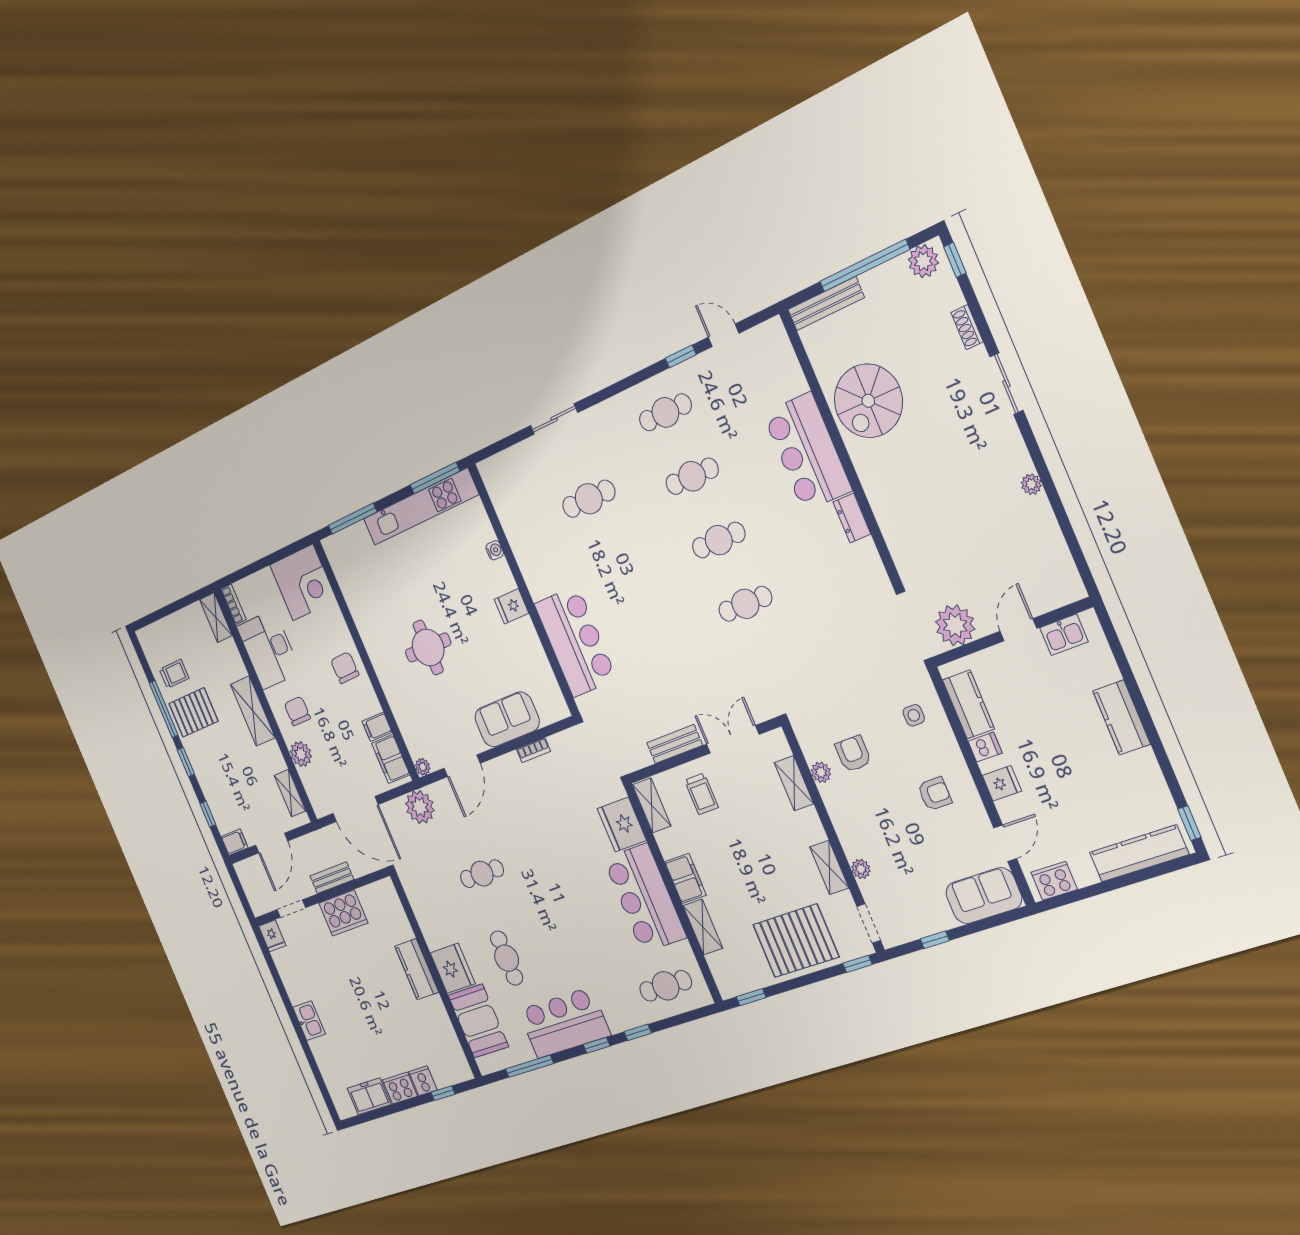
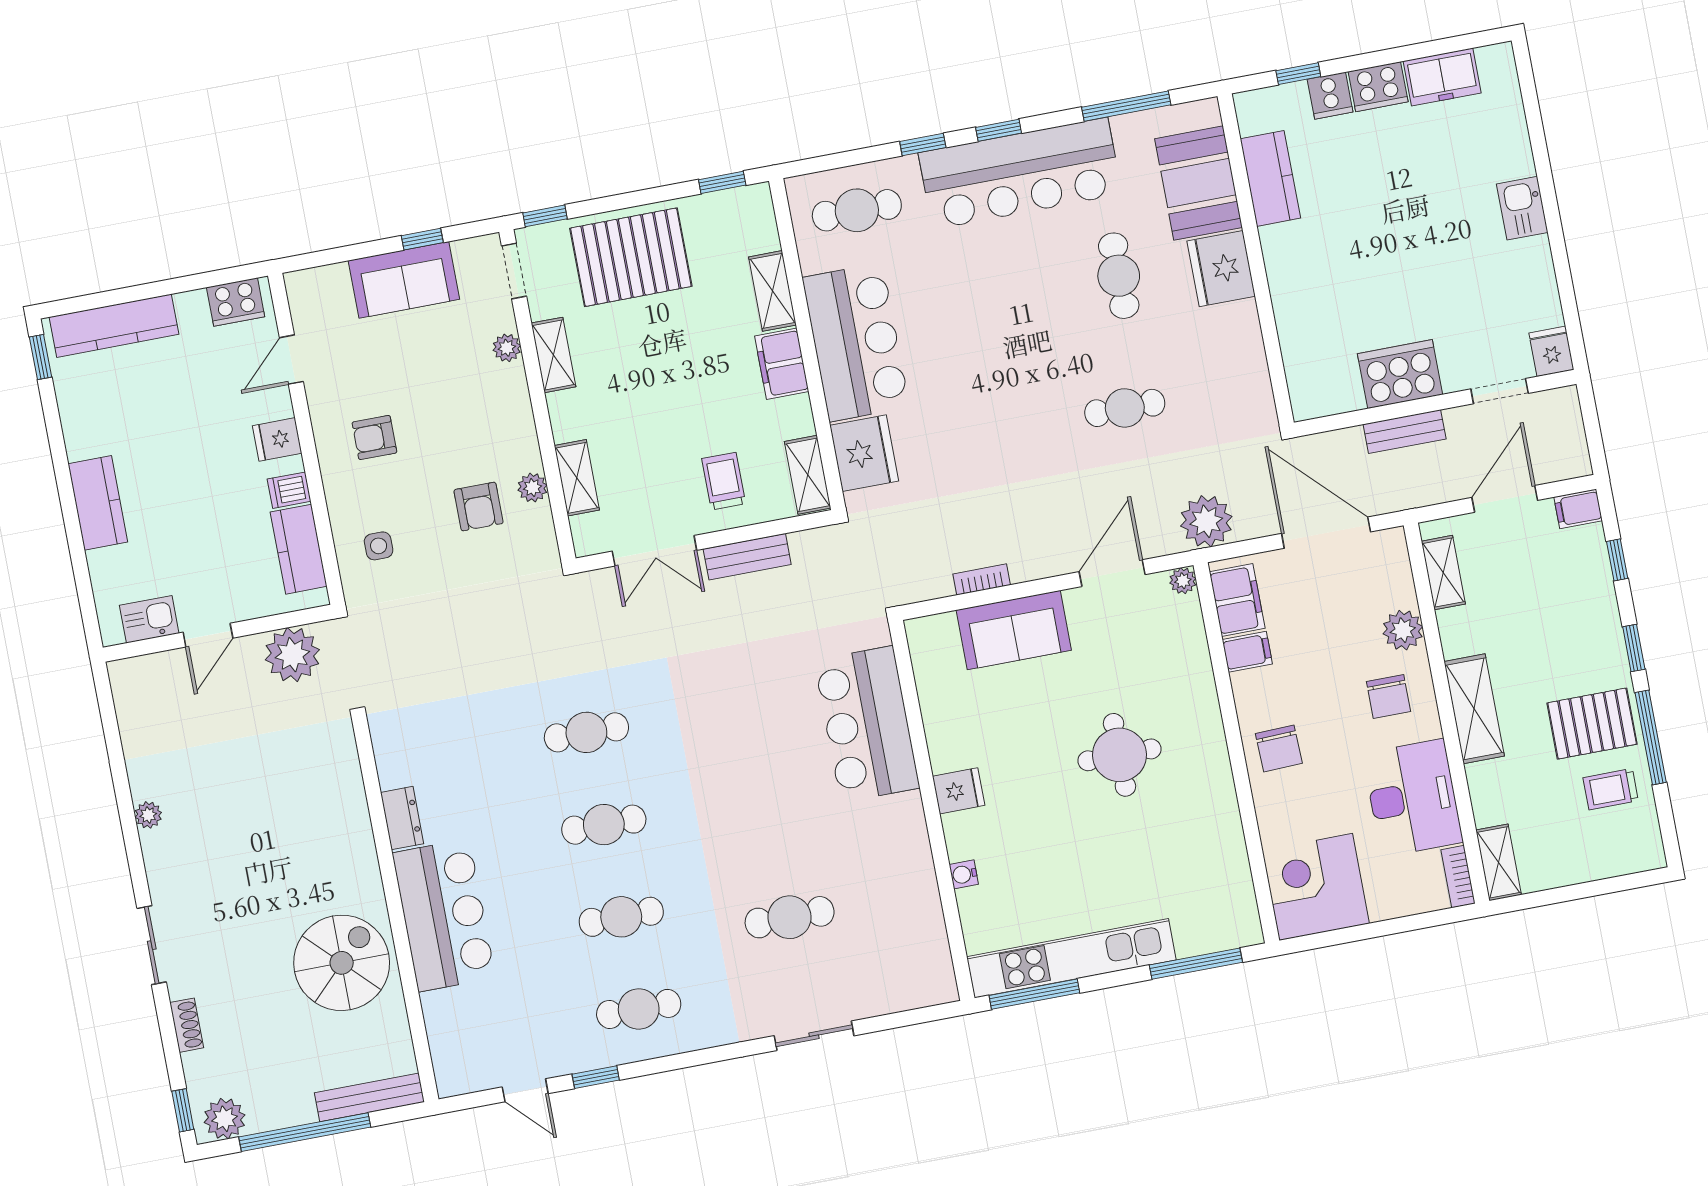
sofa: (984, 896) -> (404, 280), moved
kitchen counter: (417, 969) -> (1270, 178), moved
bar counter: (564, 1023) -> (1020, 173), width x1.36

